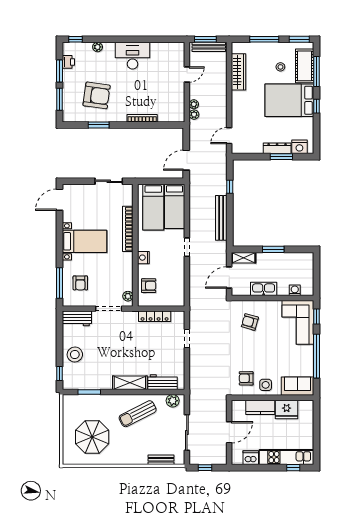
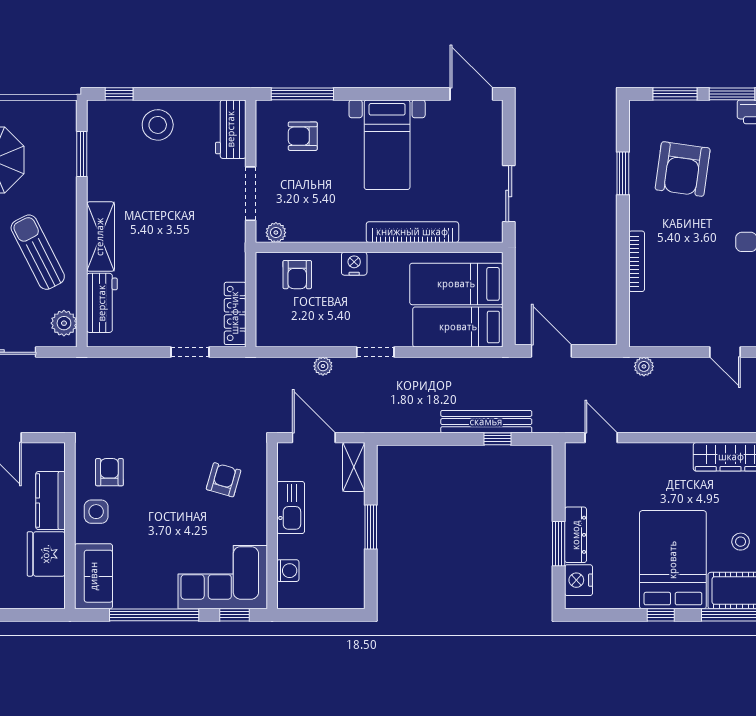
plant: (194, 104) -> (323, 366), moved
bench: (221, 218) -> (486, 422), moved
locker: (155, 316) -> (235, 313), moved

